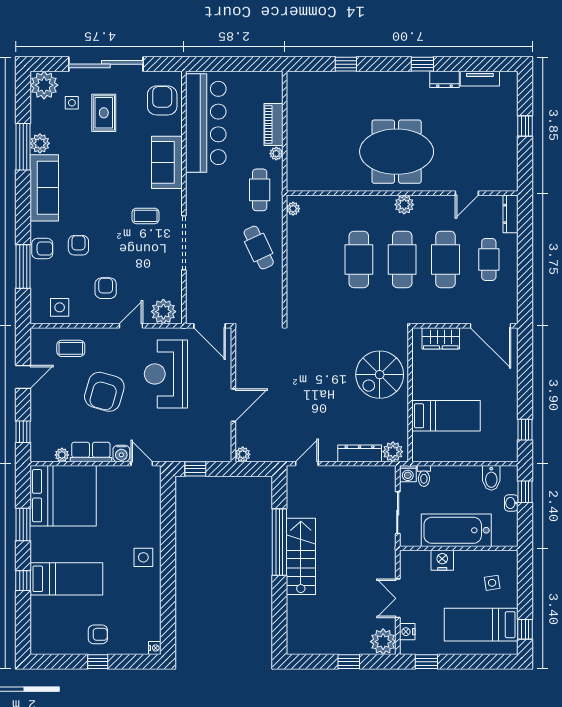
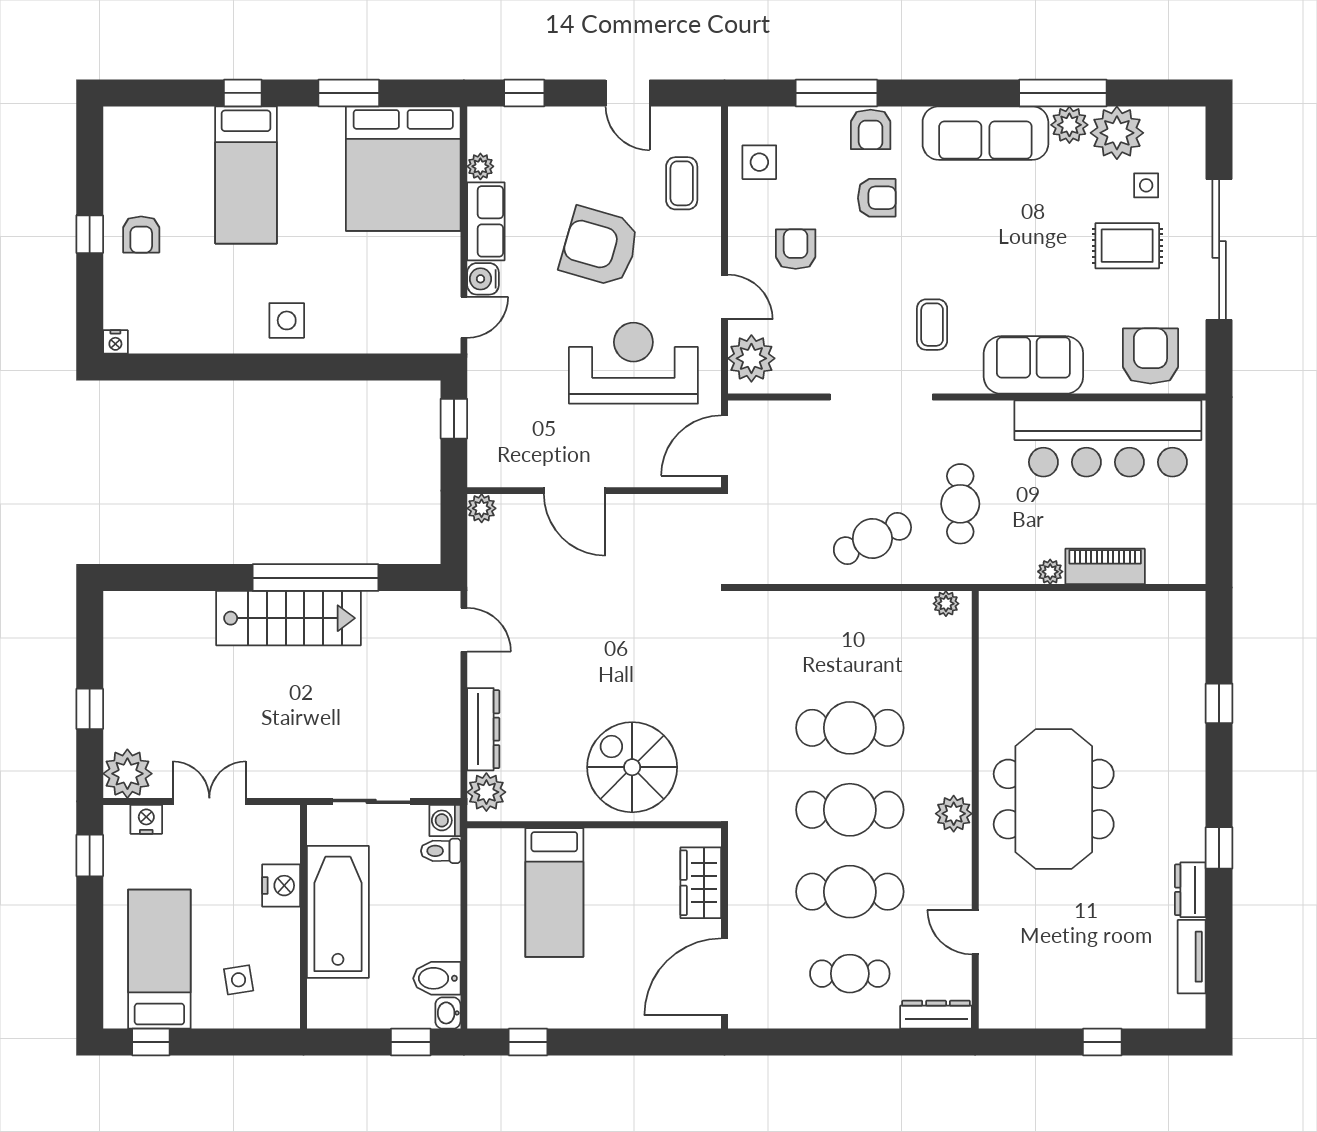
plant: (44, 85) -> (1117, 133), moved
armchair: (162, 100) -> (1150, 356), turned -90
cafe table: (260, 190) -> (960, 504), moved, turned 90
armchair: (106, 288) -> (796, 249), turned -90
washbasin: (511, 503) -> (448, 1013), moved, turned -90

